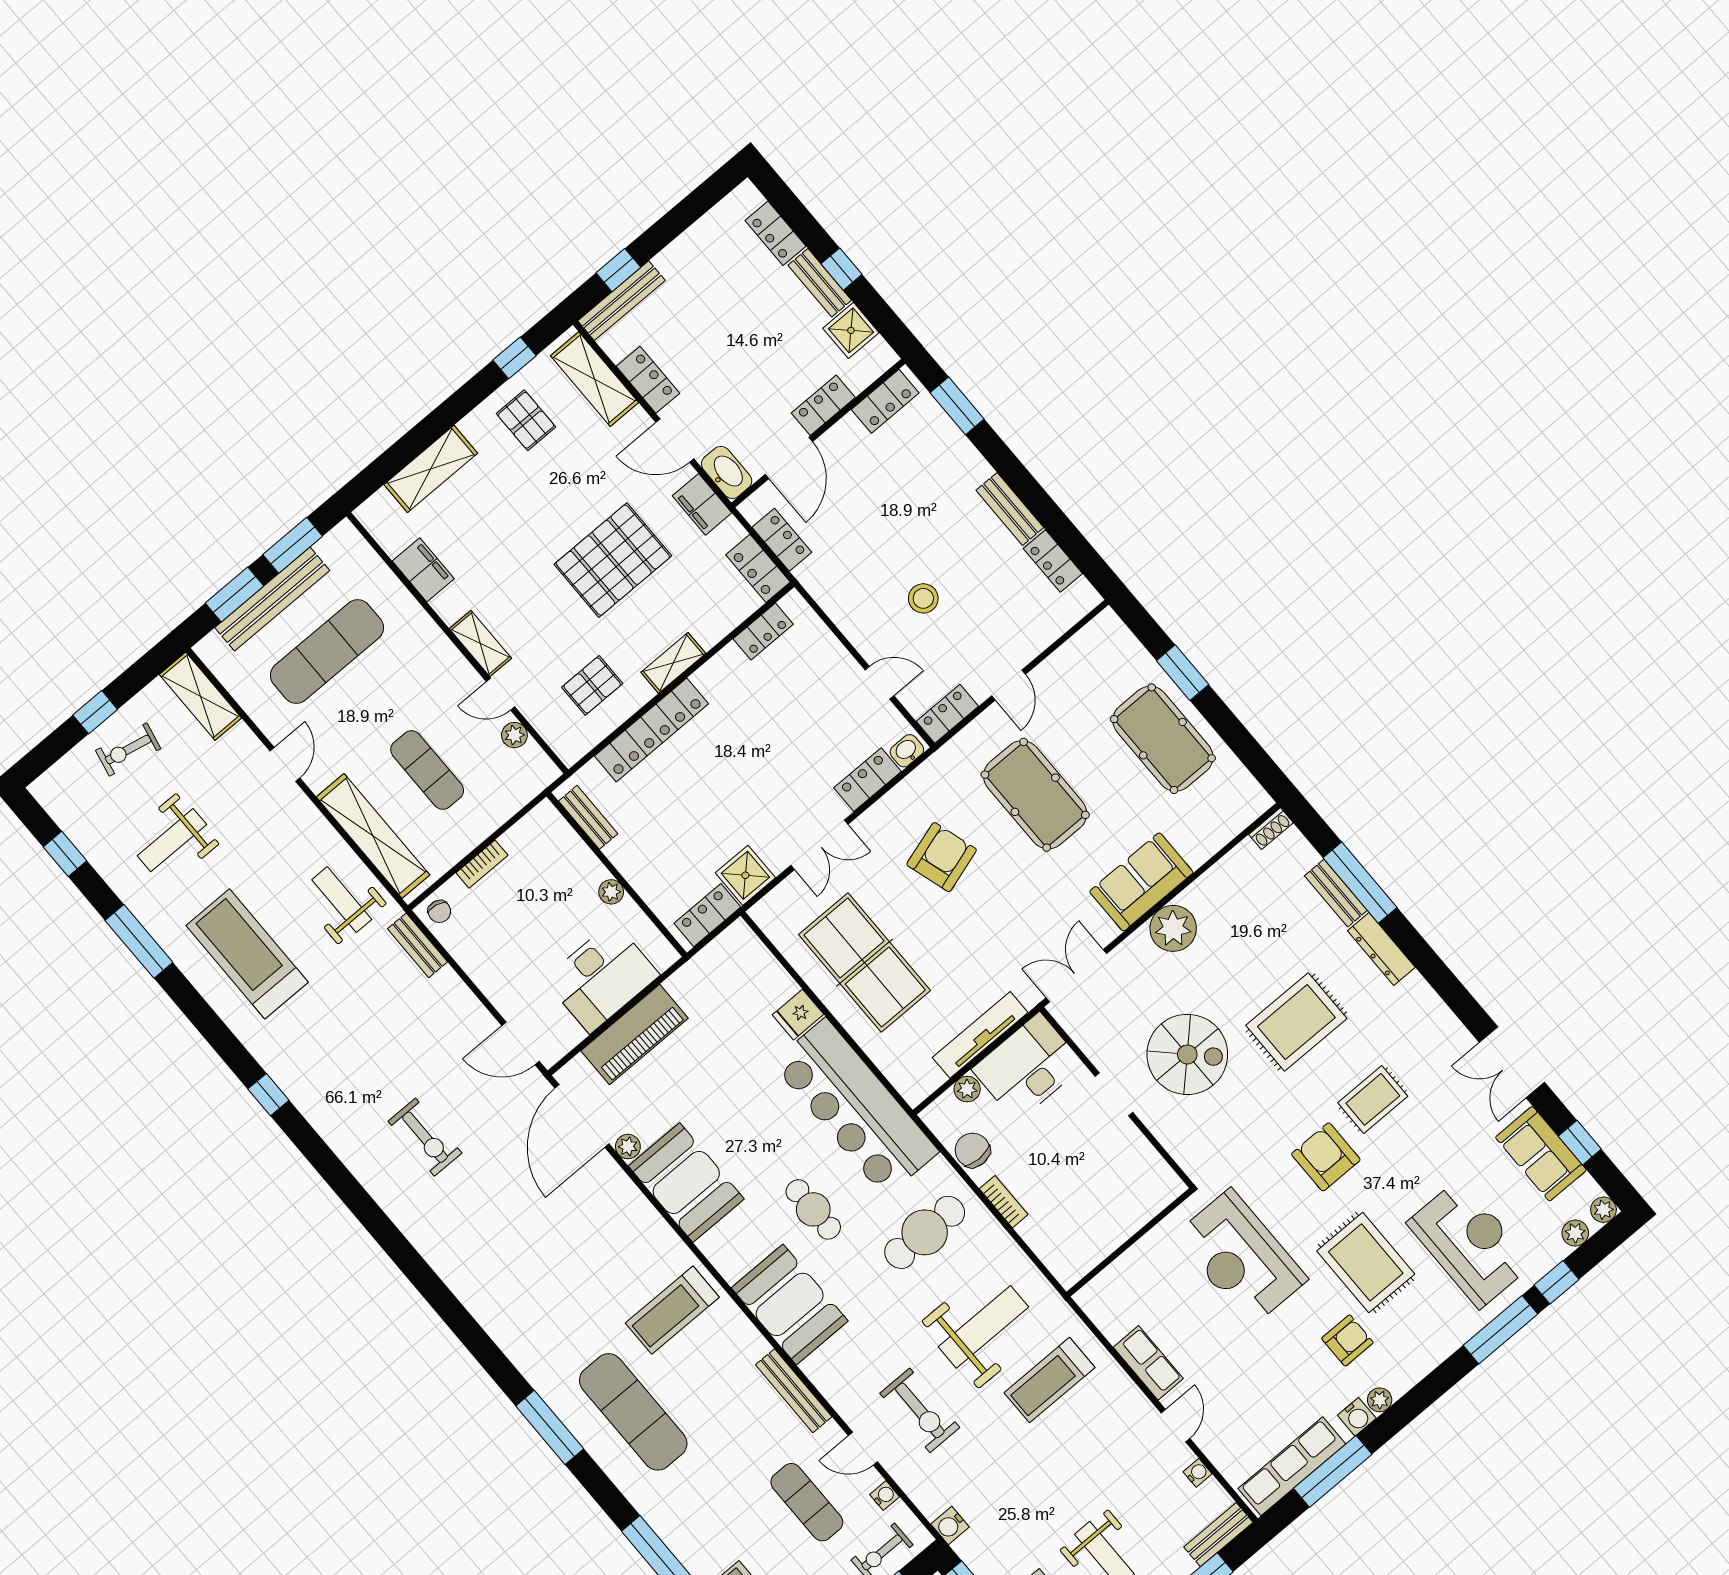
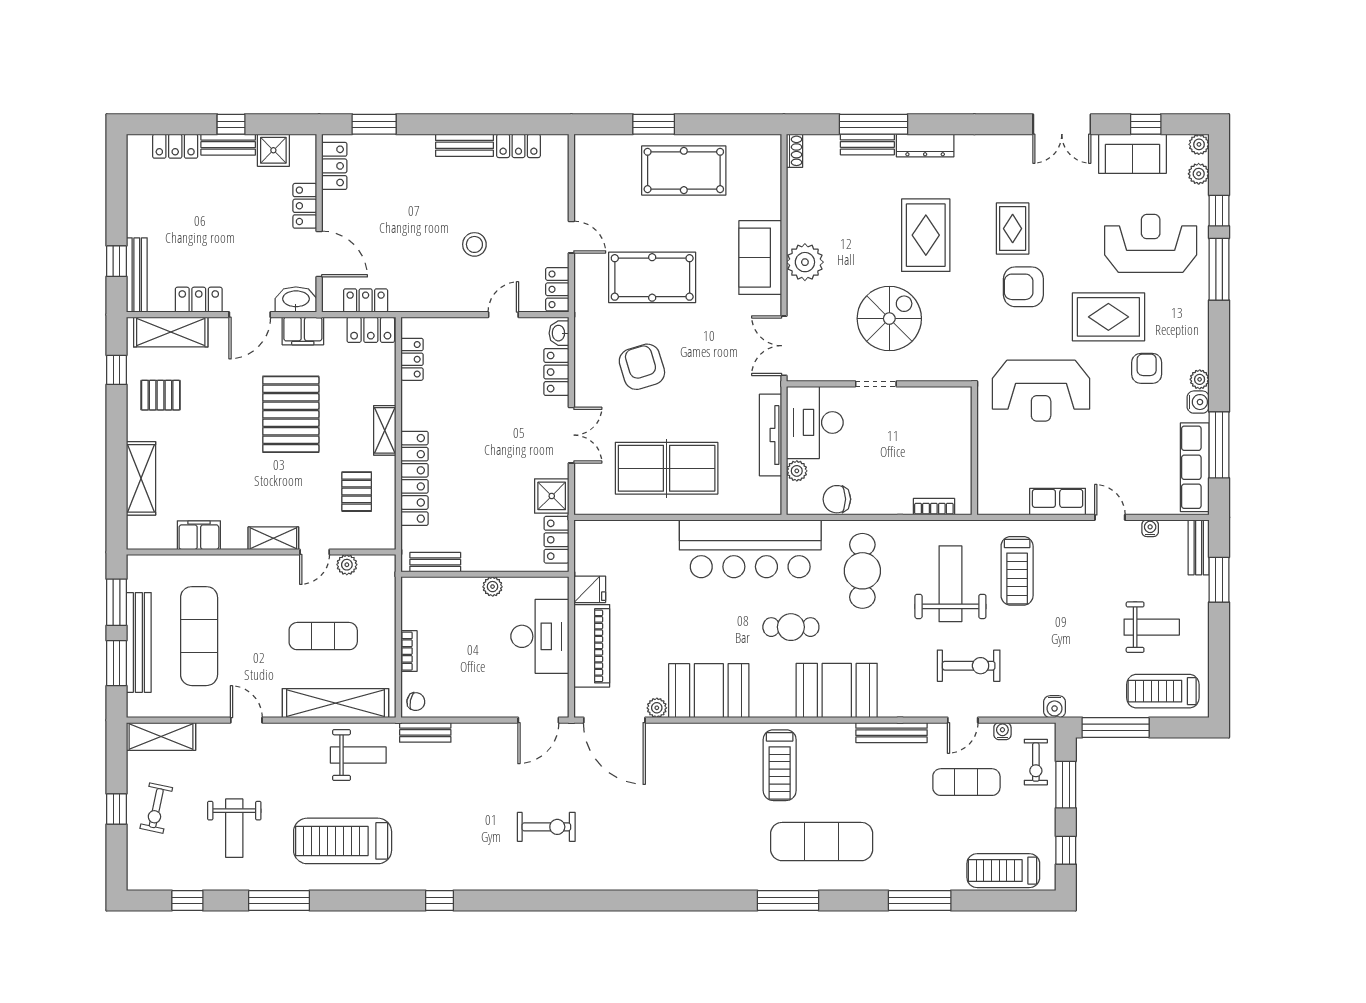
weight bench: (342, 900) -> (358, 755), turned 180
fridge: (798, 1015) -> (590, 589), moved, turned -90
bookcase: (1004, 1202) -> (934, 507), moved

